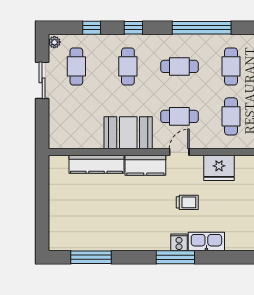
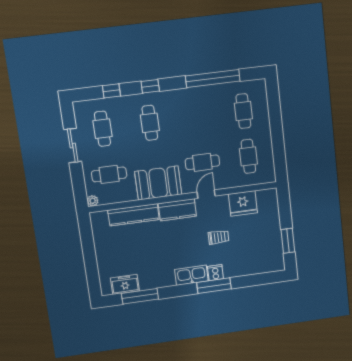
plant: (54, 42) -> (93, 201), moved
cafe table: (179, 66) -> (109, 174), moved
freezer: (76, 241) -> (125, 284), added
kitchen sink: (206, 242) -> (191, 275), moved

